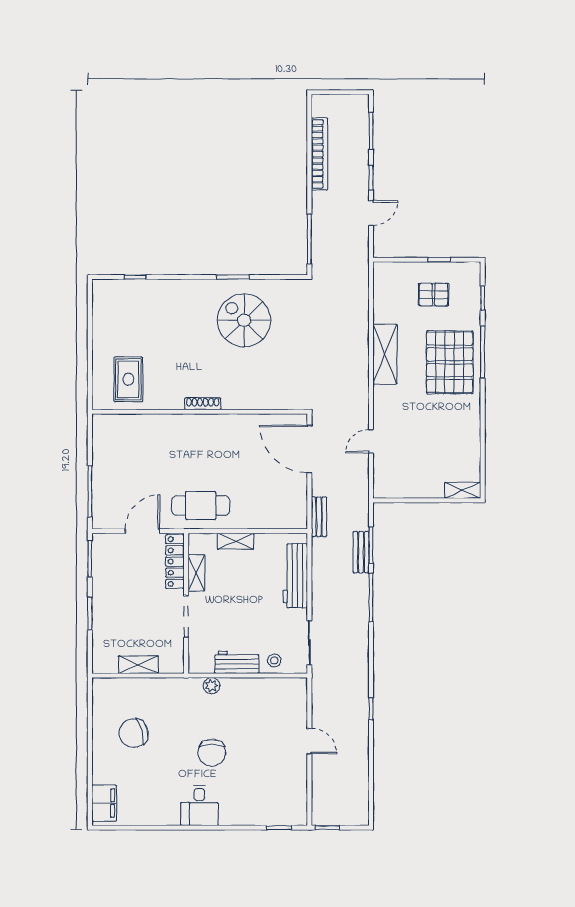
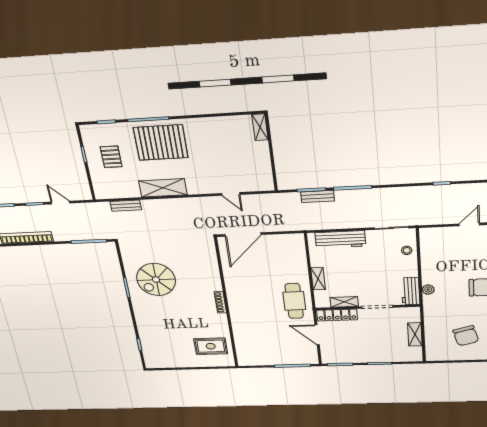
bench: (319, 517) -> (126, 206), moved
workbench: (237, 662) -> (411, 291), moved

